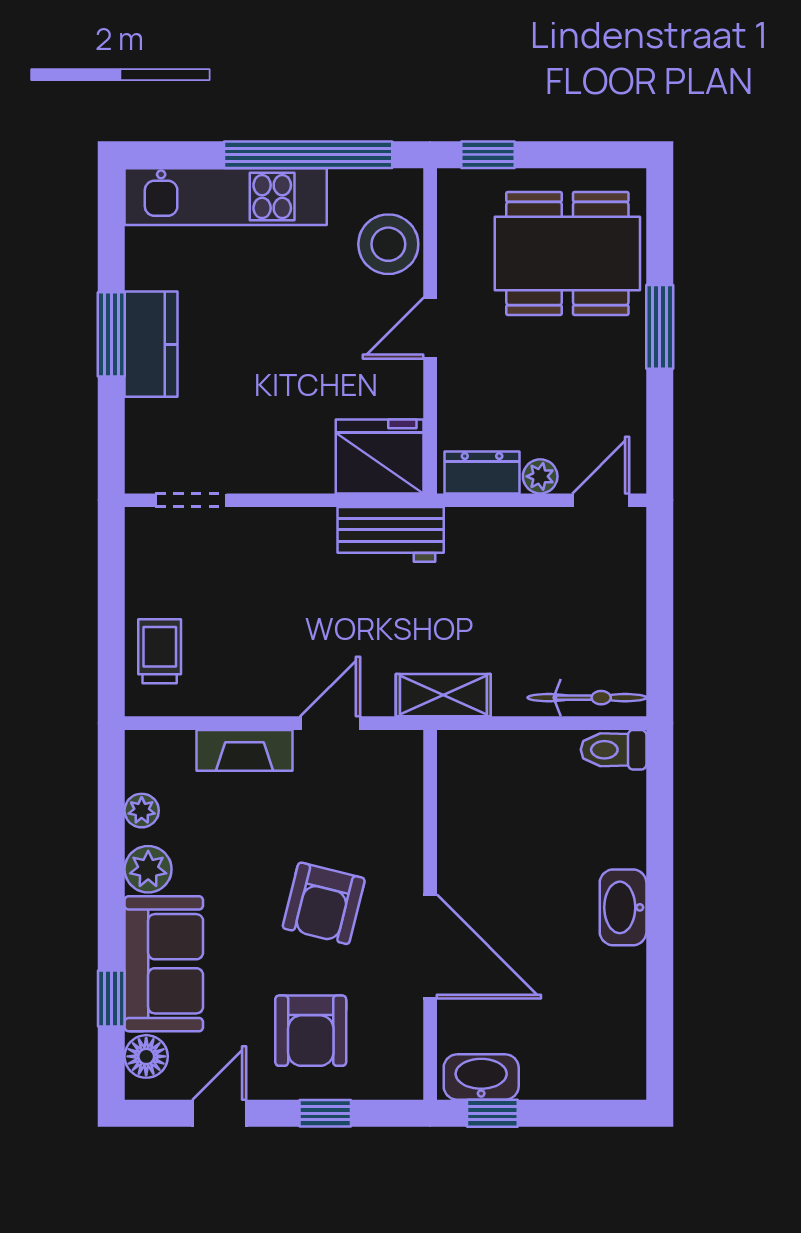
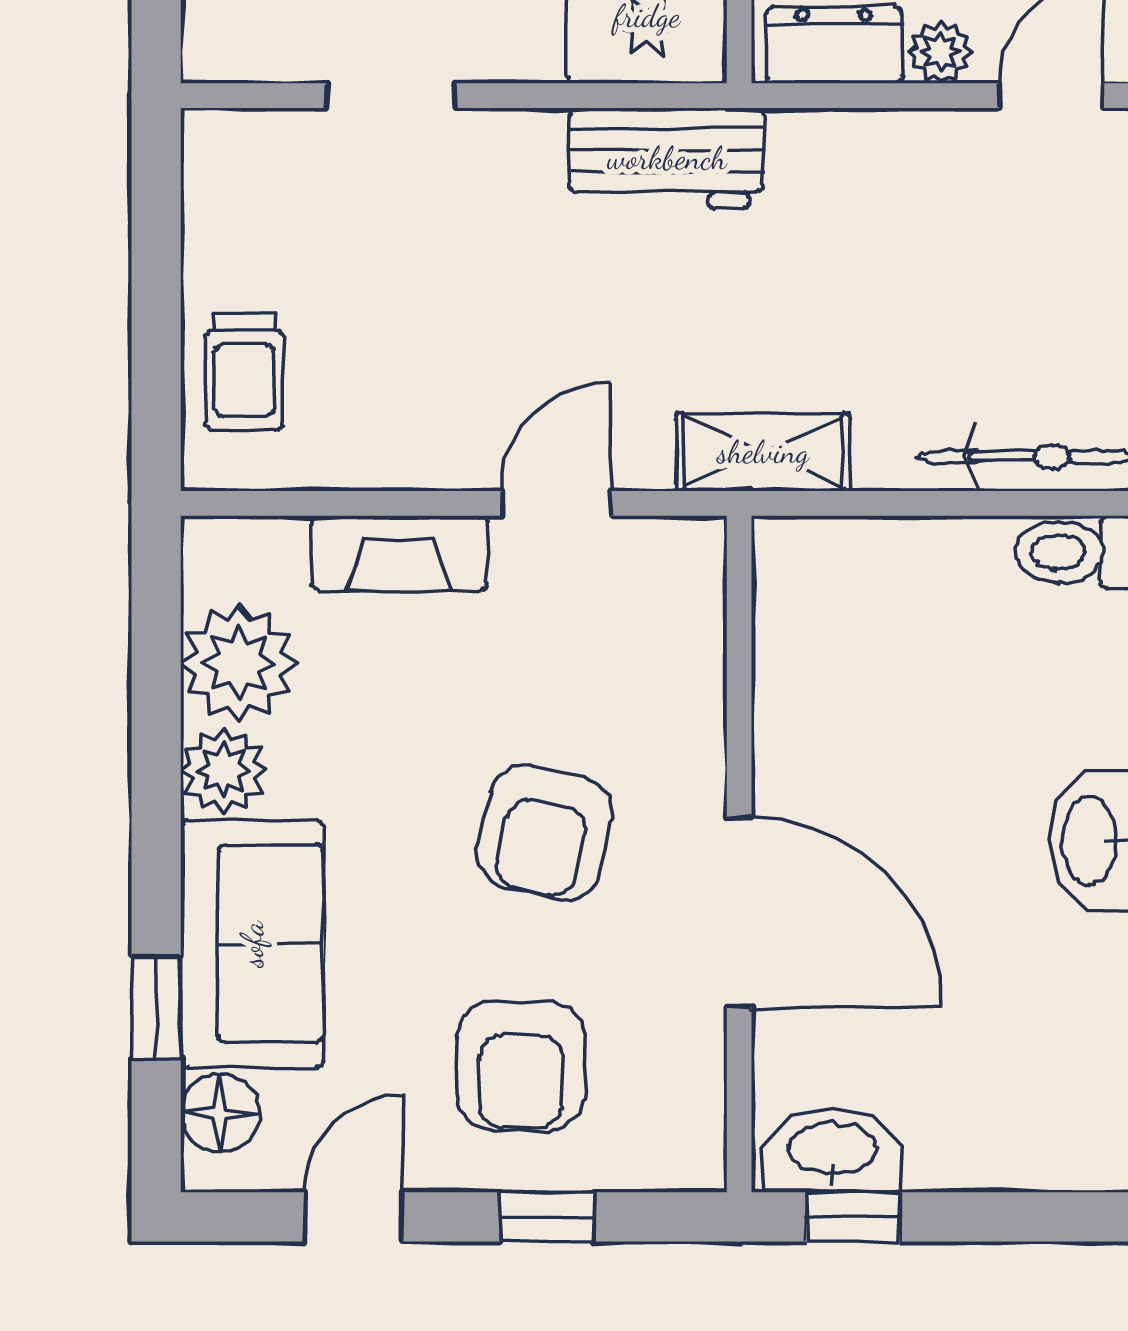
doorway: (191, 500) -> (391, 96), moved
trolley: (160, 651) -> (244, 372), turned 180
plant: (142, 811) -> (239, 663), width x1.87, depth x1.87

